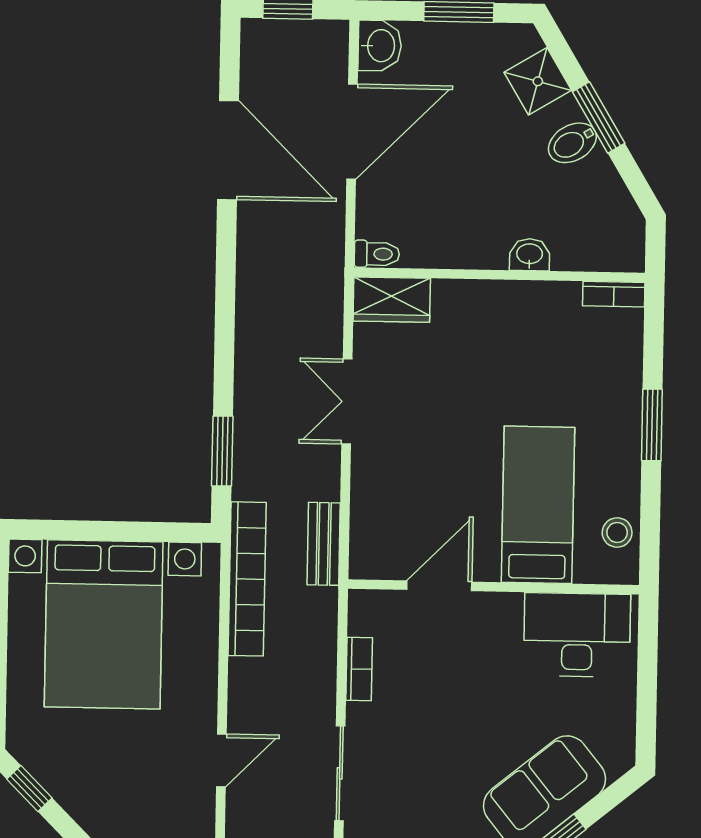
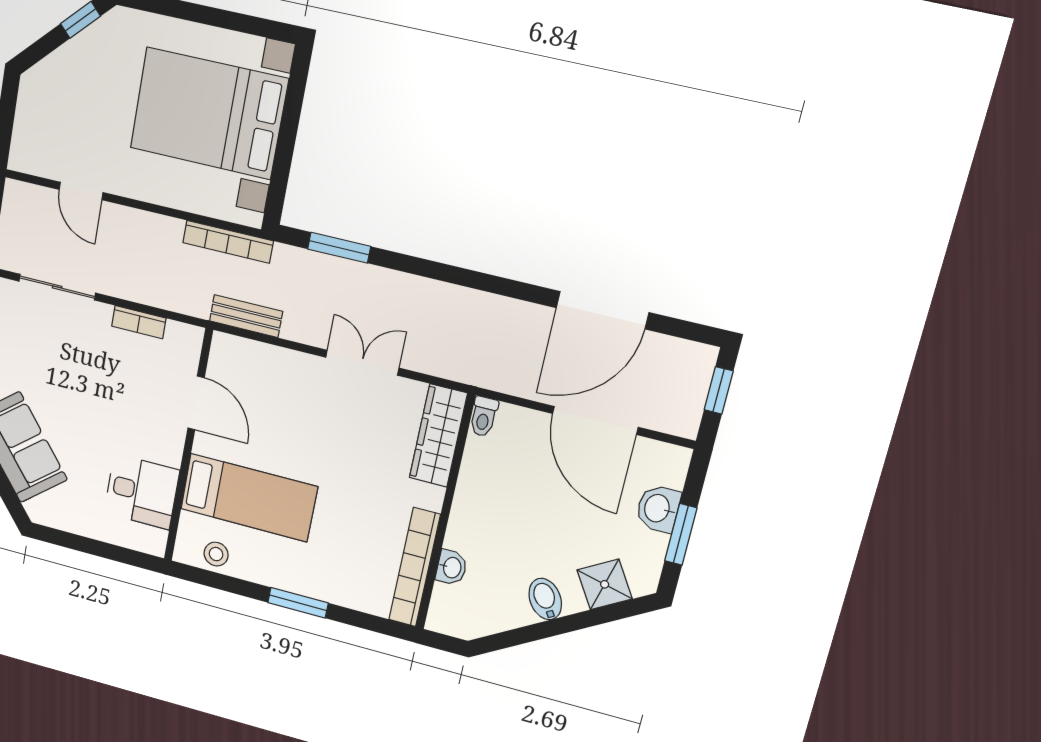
washbasin: (380, 46) -> (658, 508), moved, turned 90
window: (599, 117) -> (562, 625), removed
washbasin: (530, 255) -> (451, 567), moved
bookcase: (614, 294) -> (415, 567), width x2.31, depth x1.31
wardrobe: (392, 300) -> (438, 436), width x1.50
bookcase: (247, 579) -> (228, 242), width x0.68, depth x0.76
desk: (577, 635) -> (142, 492), width x0.73

